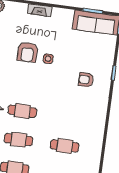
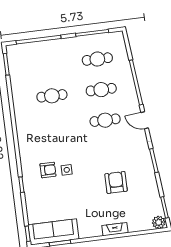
side table: (48, 59) -> (67, 170), moved

